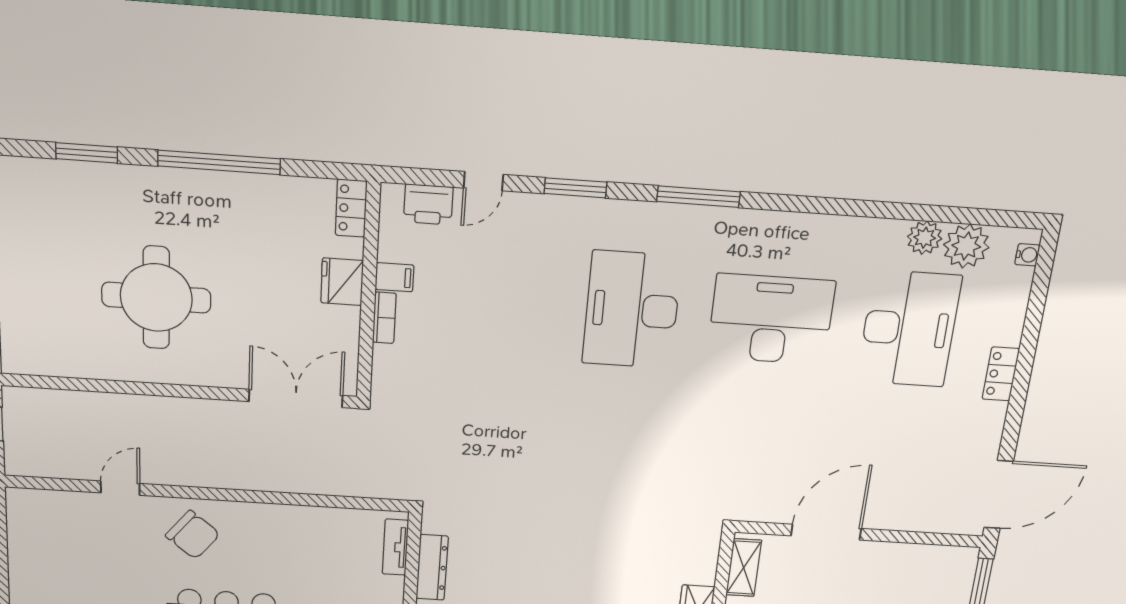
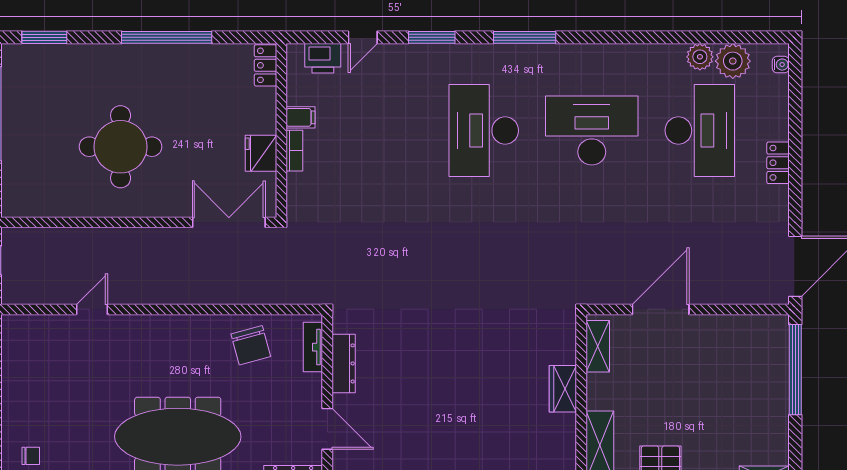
window: (87, 153) -> (44, 37), moved
fridge: (342, 282) -> (261, 153), moved
chair: (193, 535) -> (251, 345), moved, turned 36

